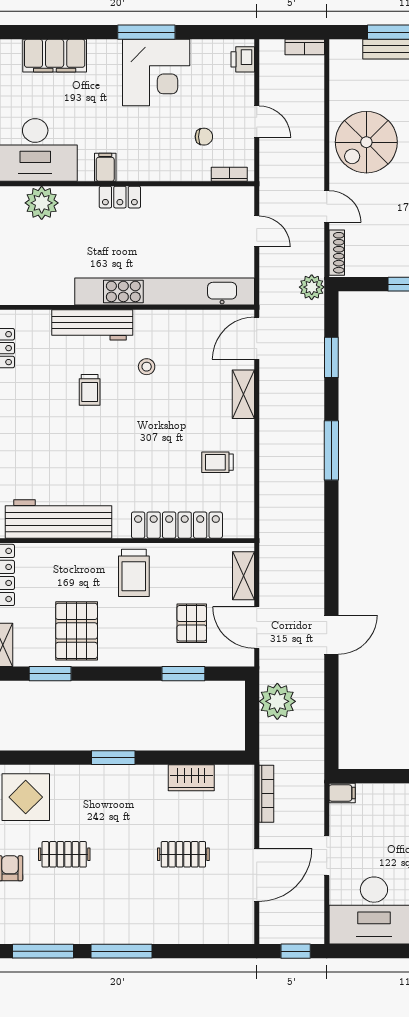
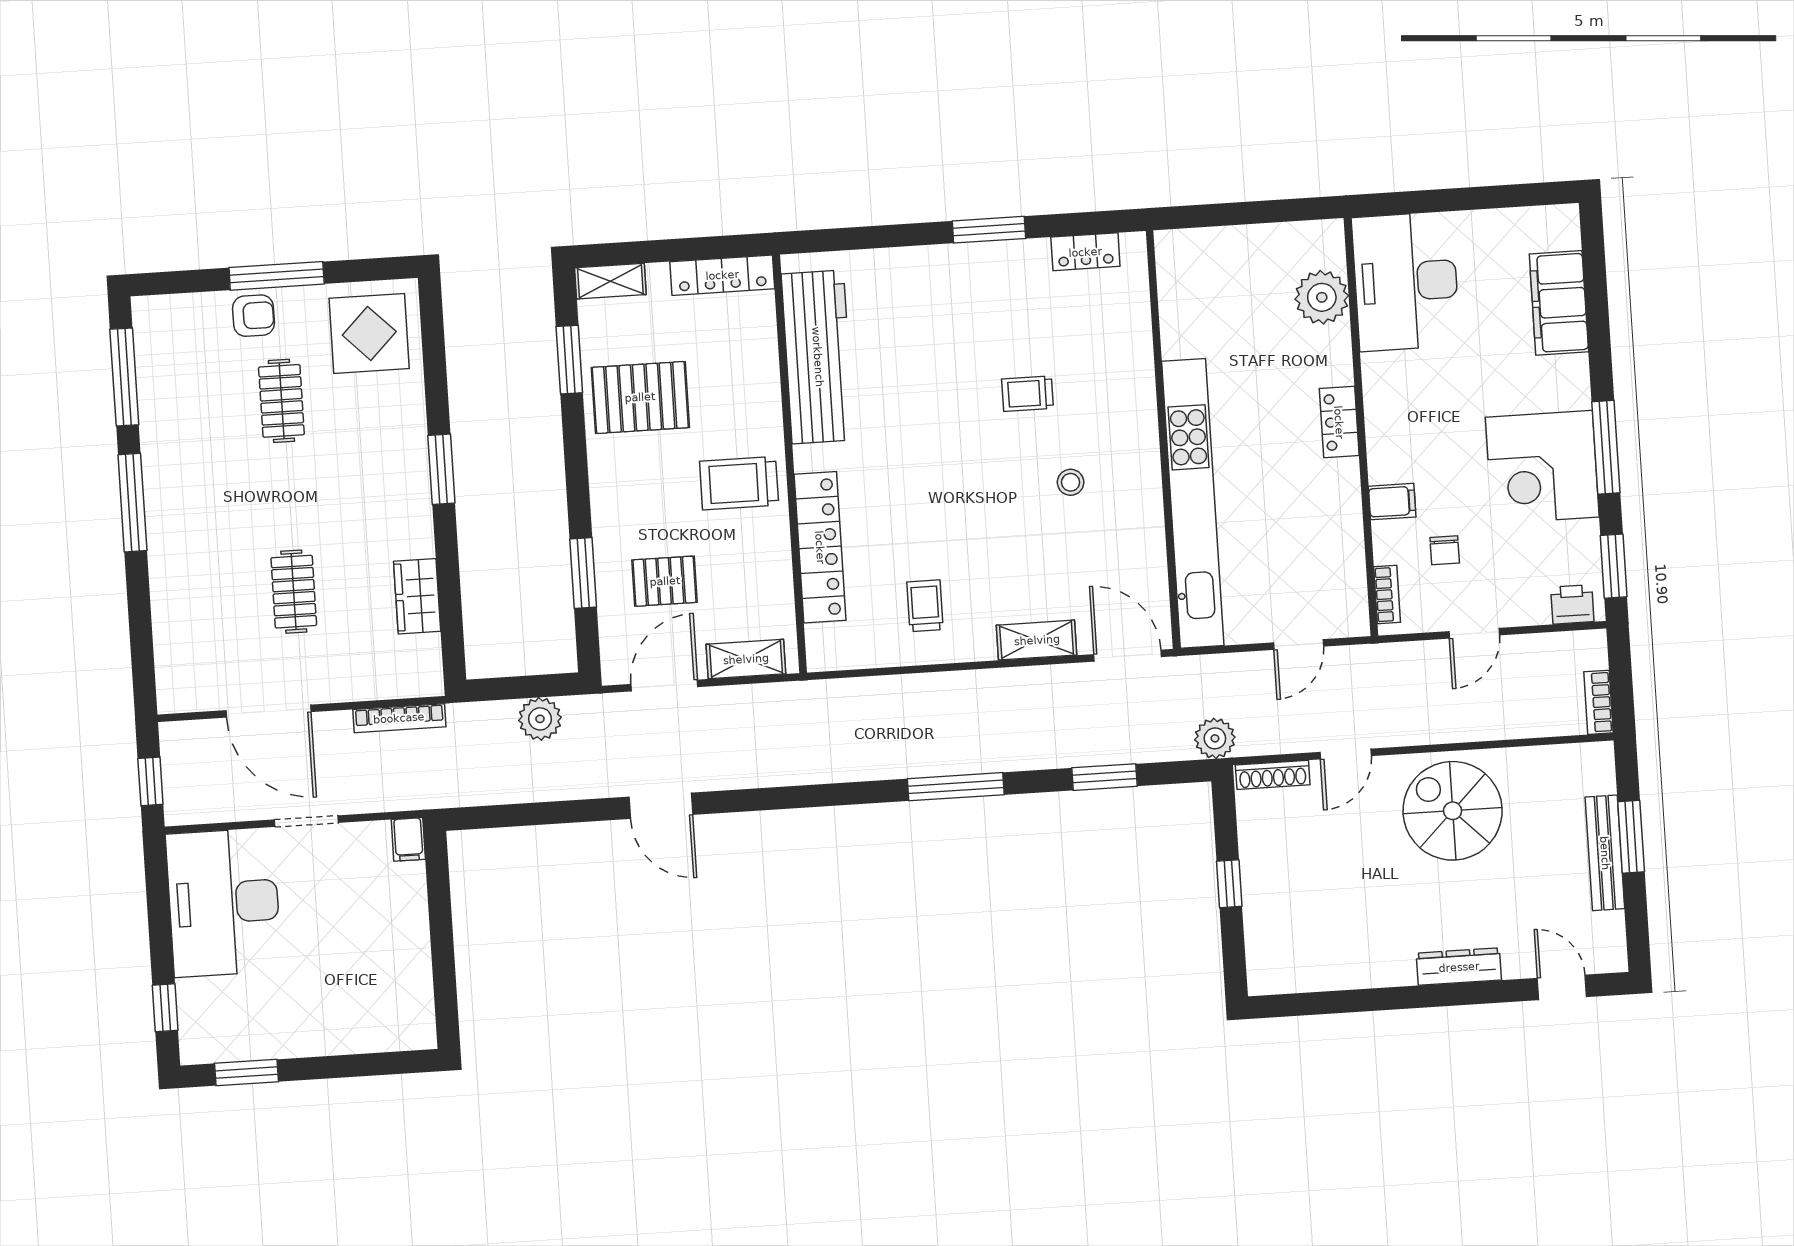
window: (221, 32) -> (1614, 566), added
filing cabinet: (105, 167) -> (1392, 502), moved
workbench: (92, 325) -> (1132, 391), removed
plant: (277, 701) -> (540, 719), width x0.73, depth x0.73

